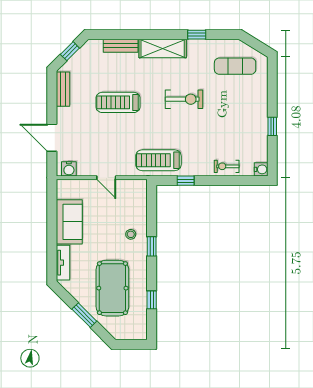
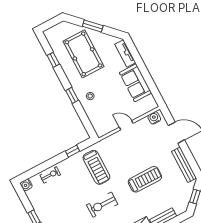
bench: (63, 89) -> (184, 165), width x1.36
treadmill: (158, 160) -> (96, 167), moved, turned 90

